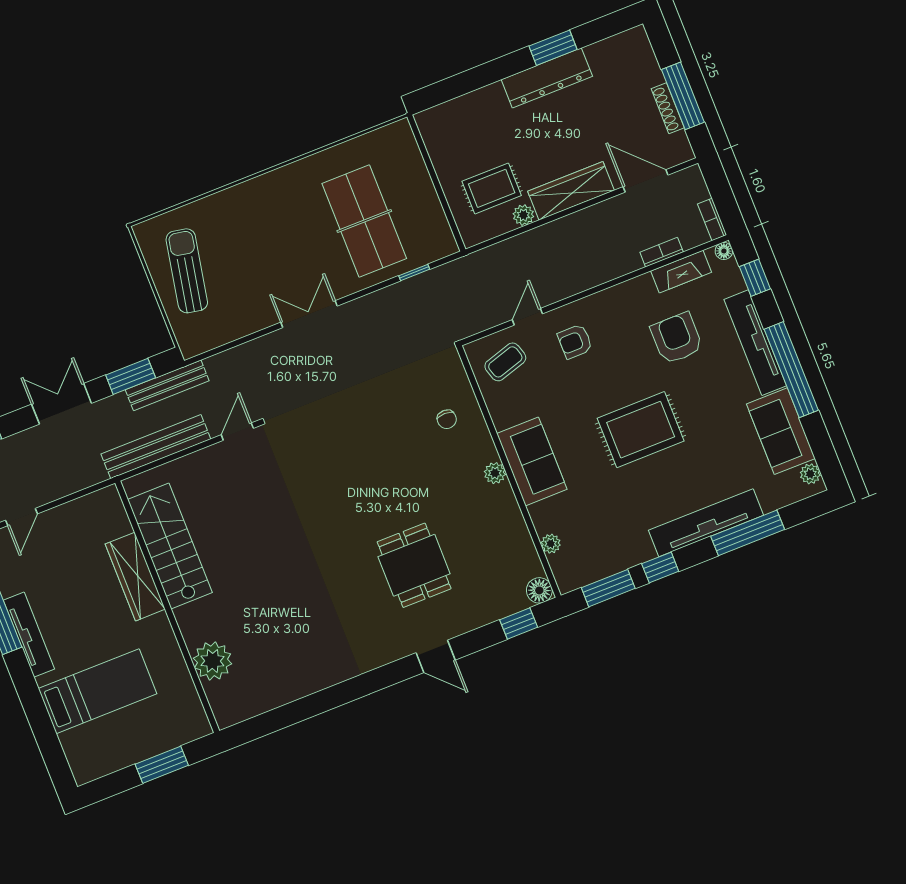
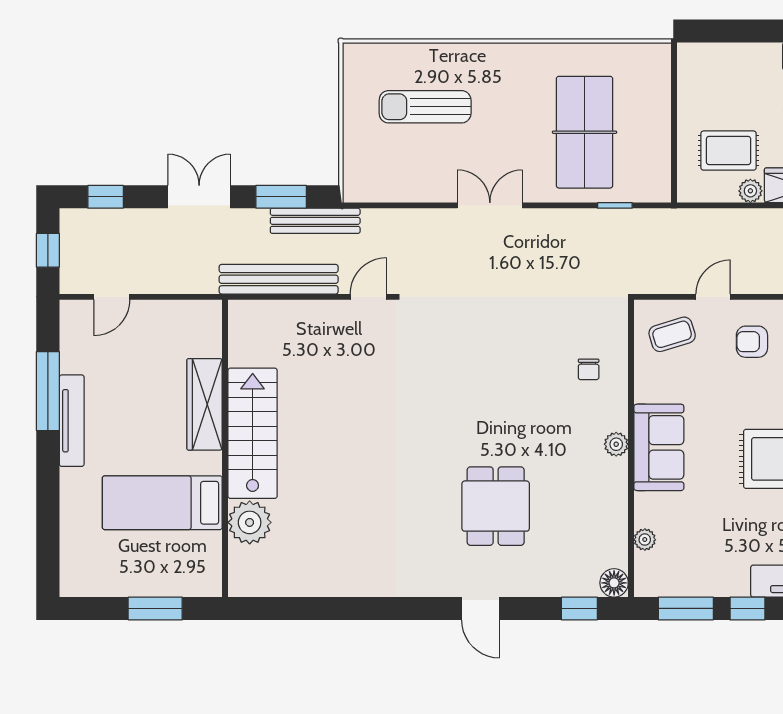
sun lounger: (187, 271) -> (425, 107), moved, turned -101
stairs: (170, 546) -> (253, 433), moved
bed: (98, 691) -> (162, 503), moved, turned 180

